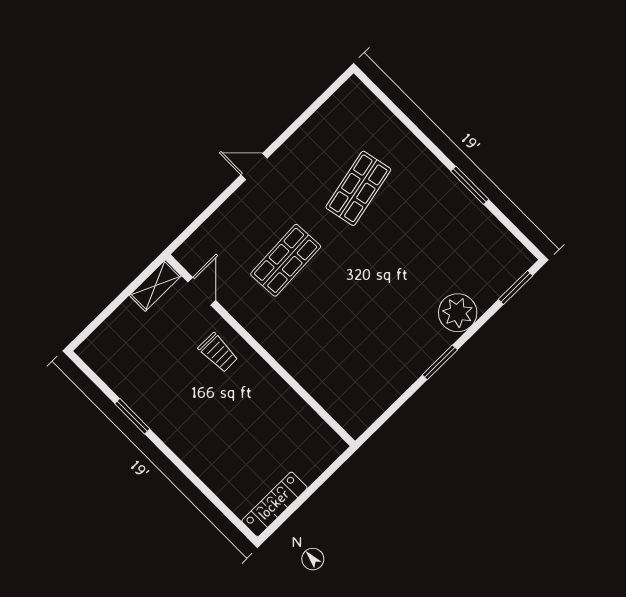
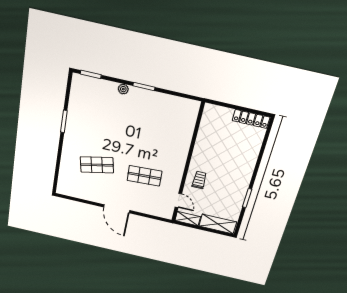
door: (254, 167) -> (117, 209), width x1.88
door: (202, 291) -> (178, 200), swing flipped
plant: (458, 313) -> (123, 89), width x0.53, depth x0.53
shelving: (112, 334) -> (218, 224), added

